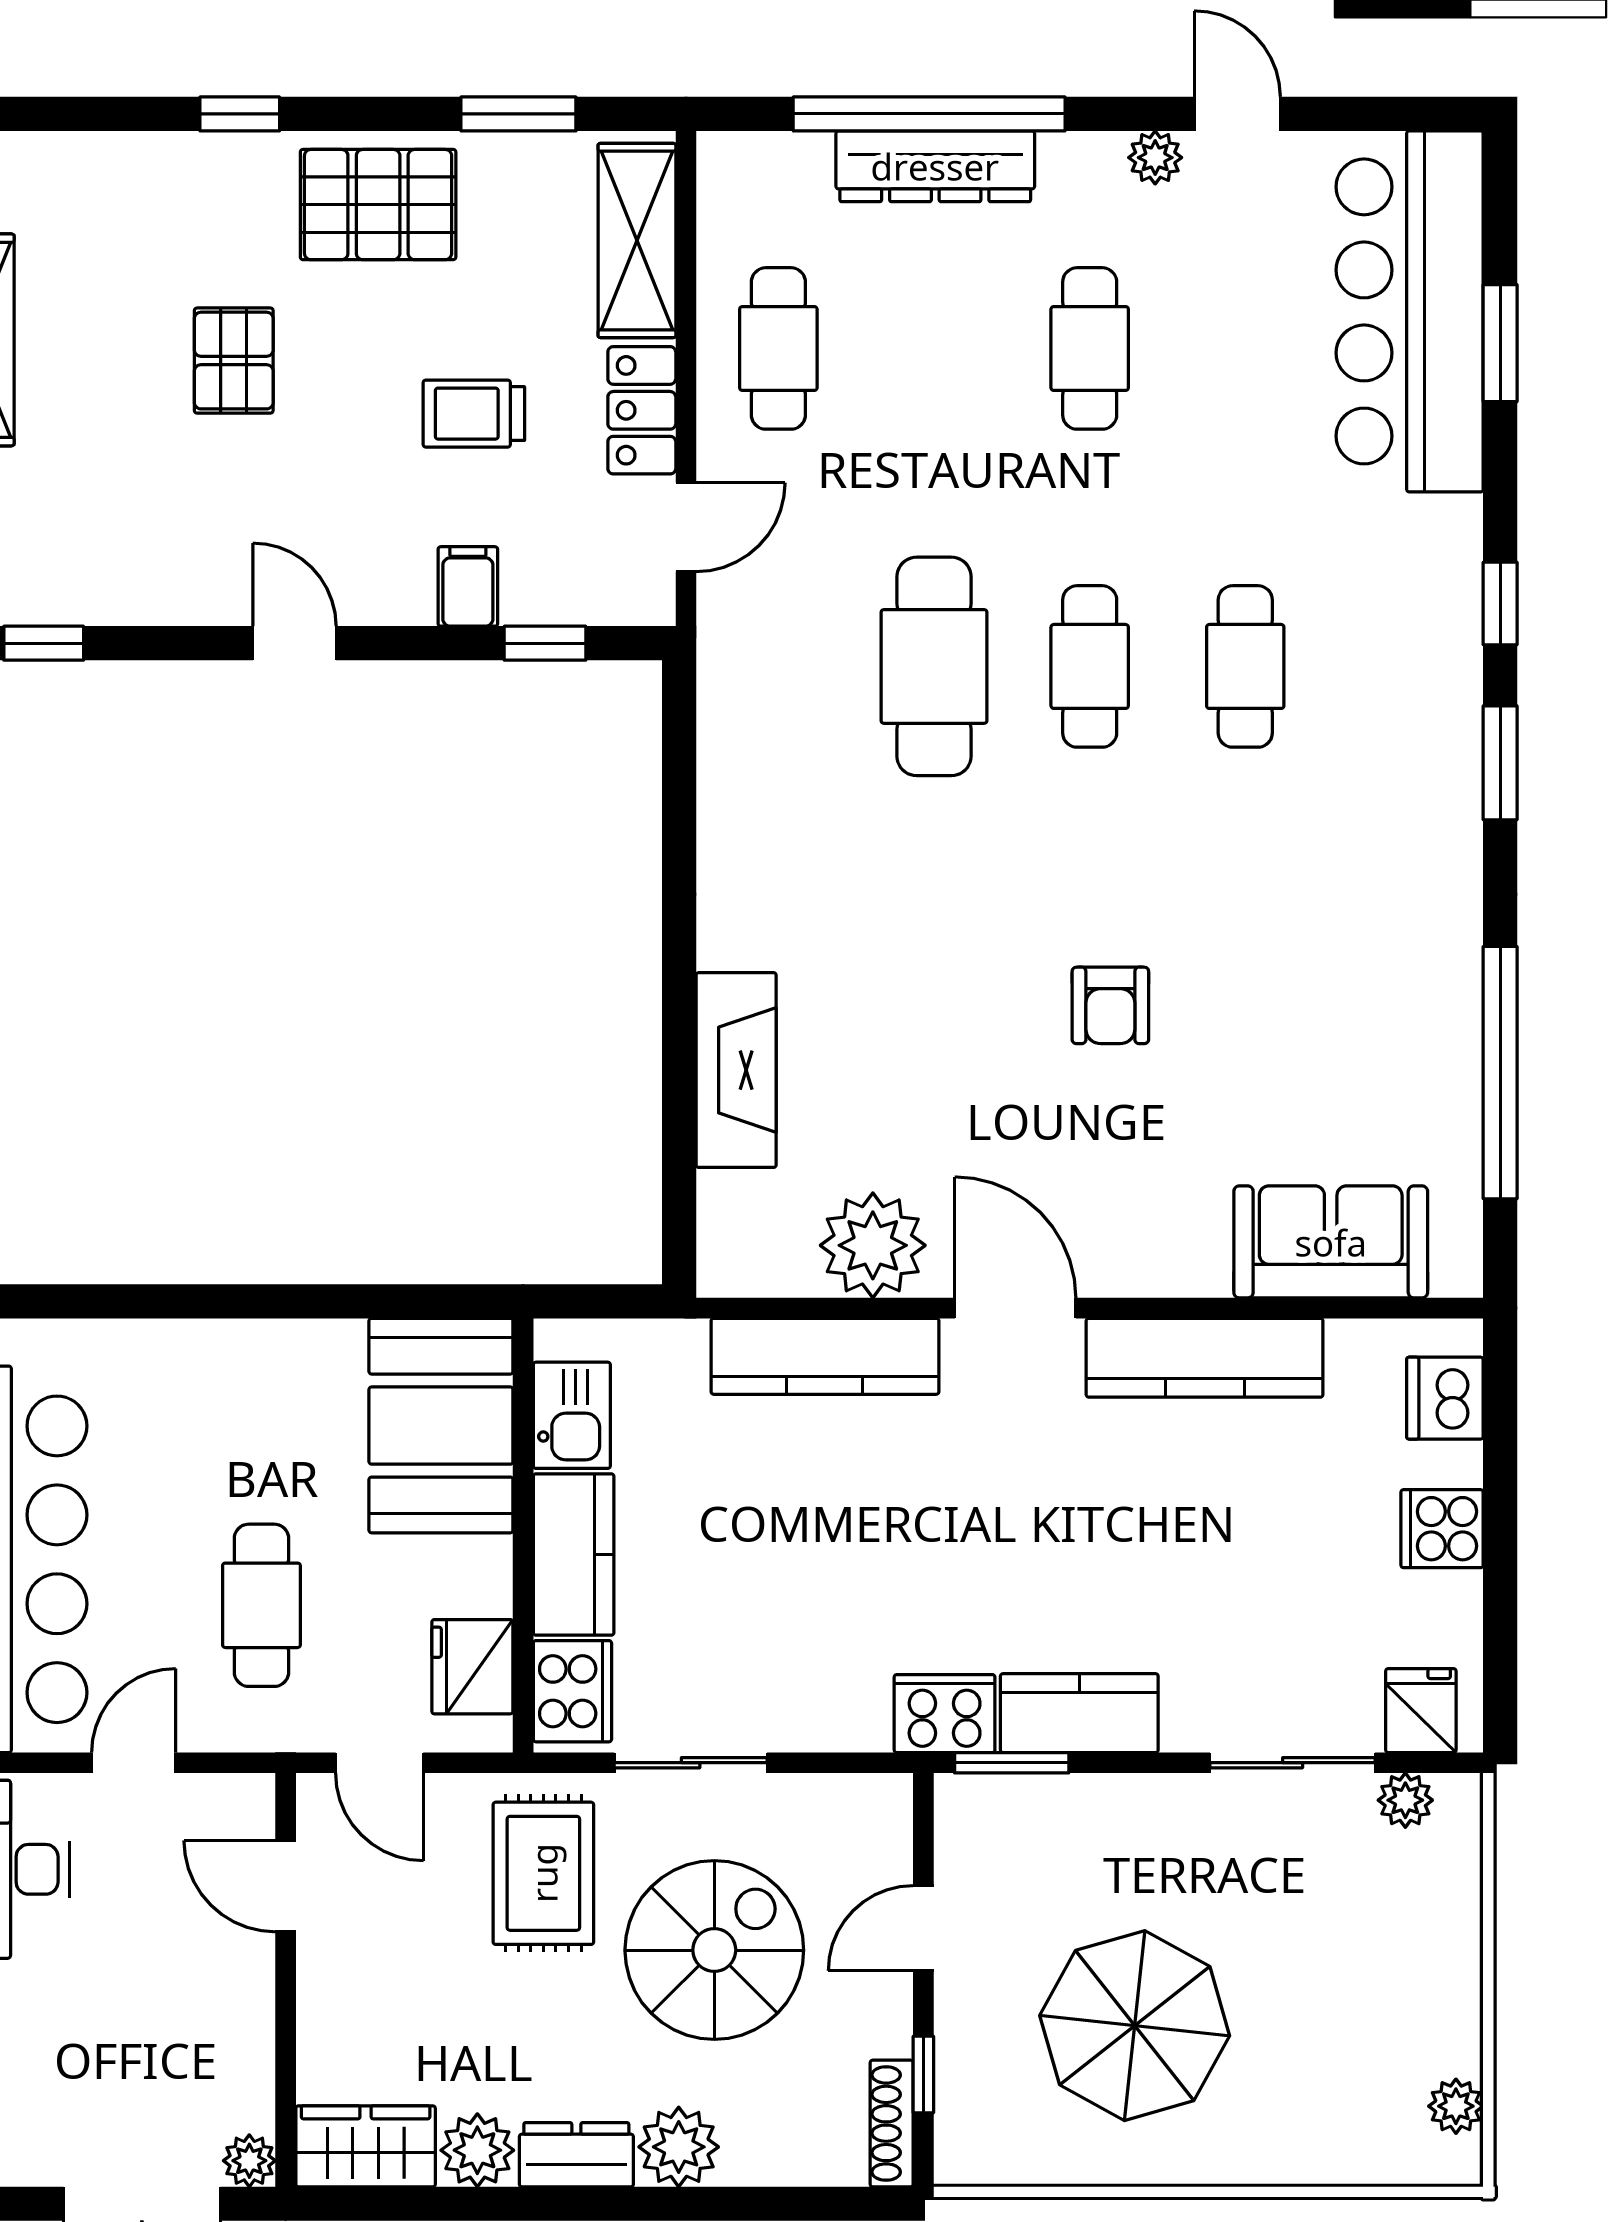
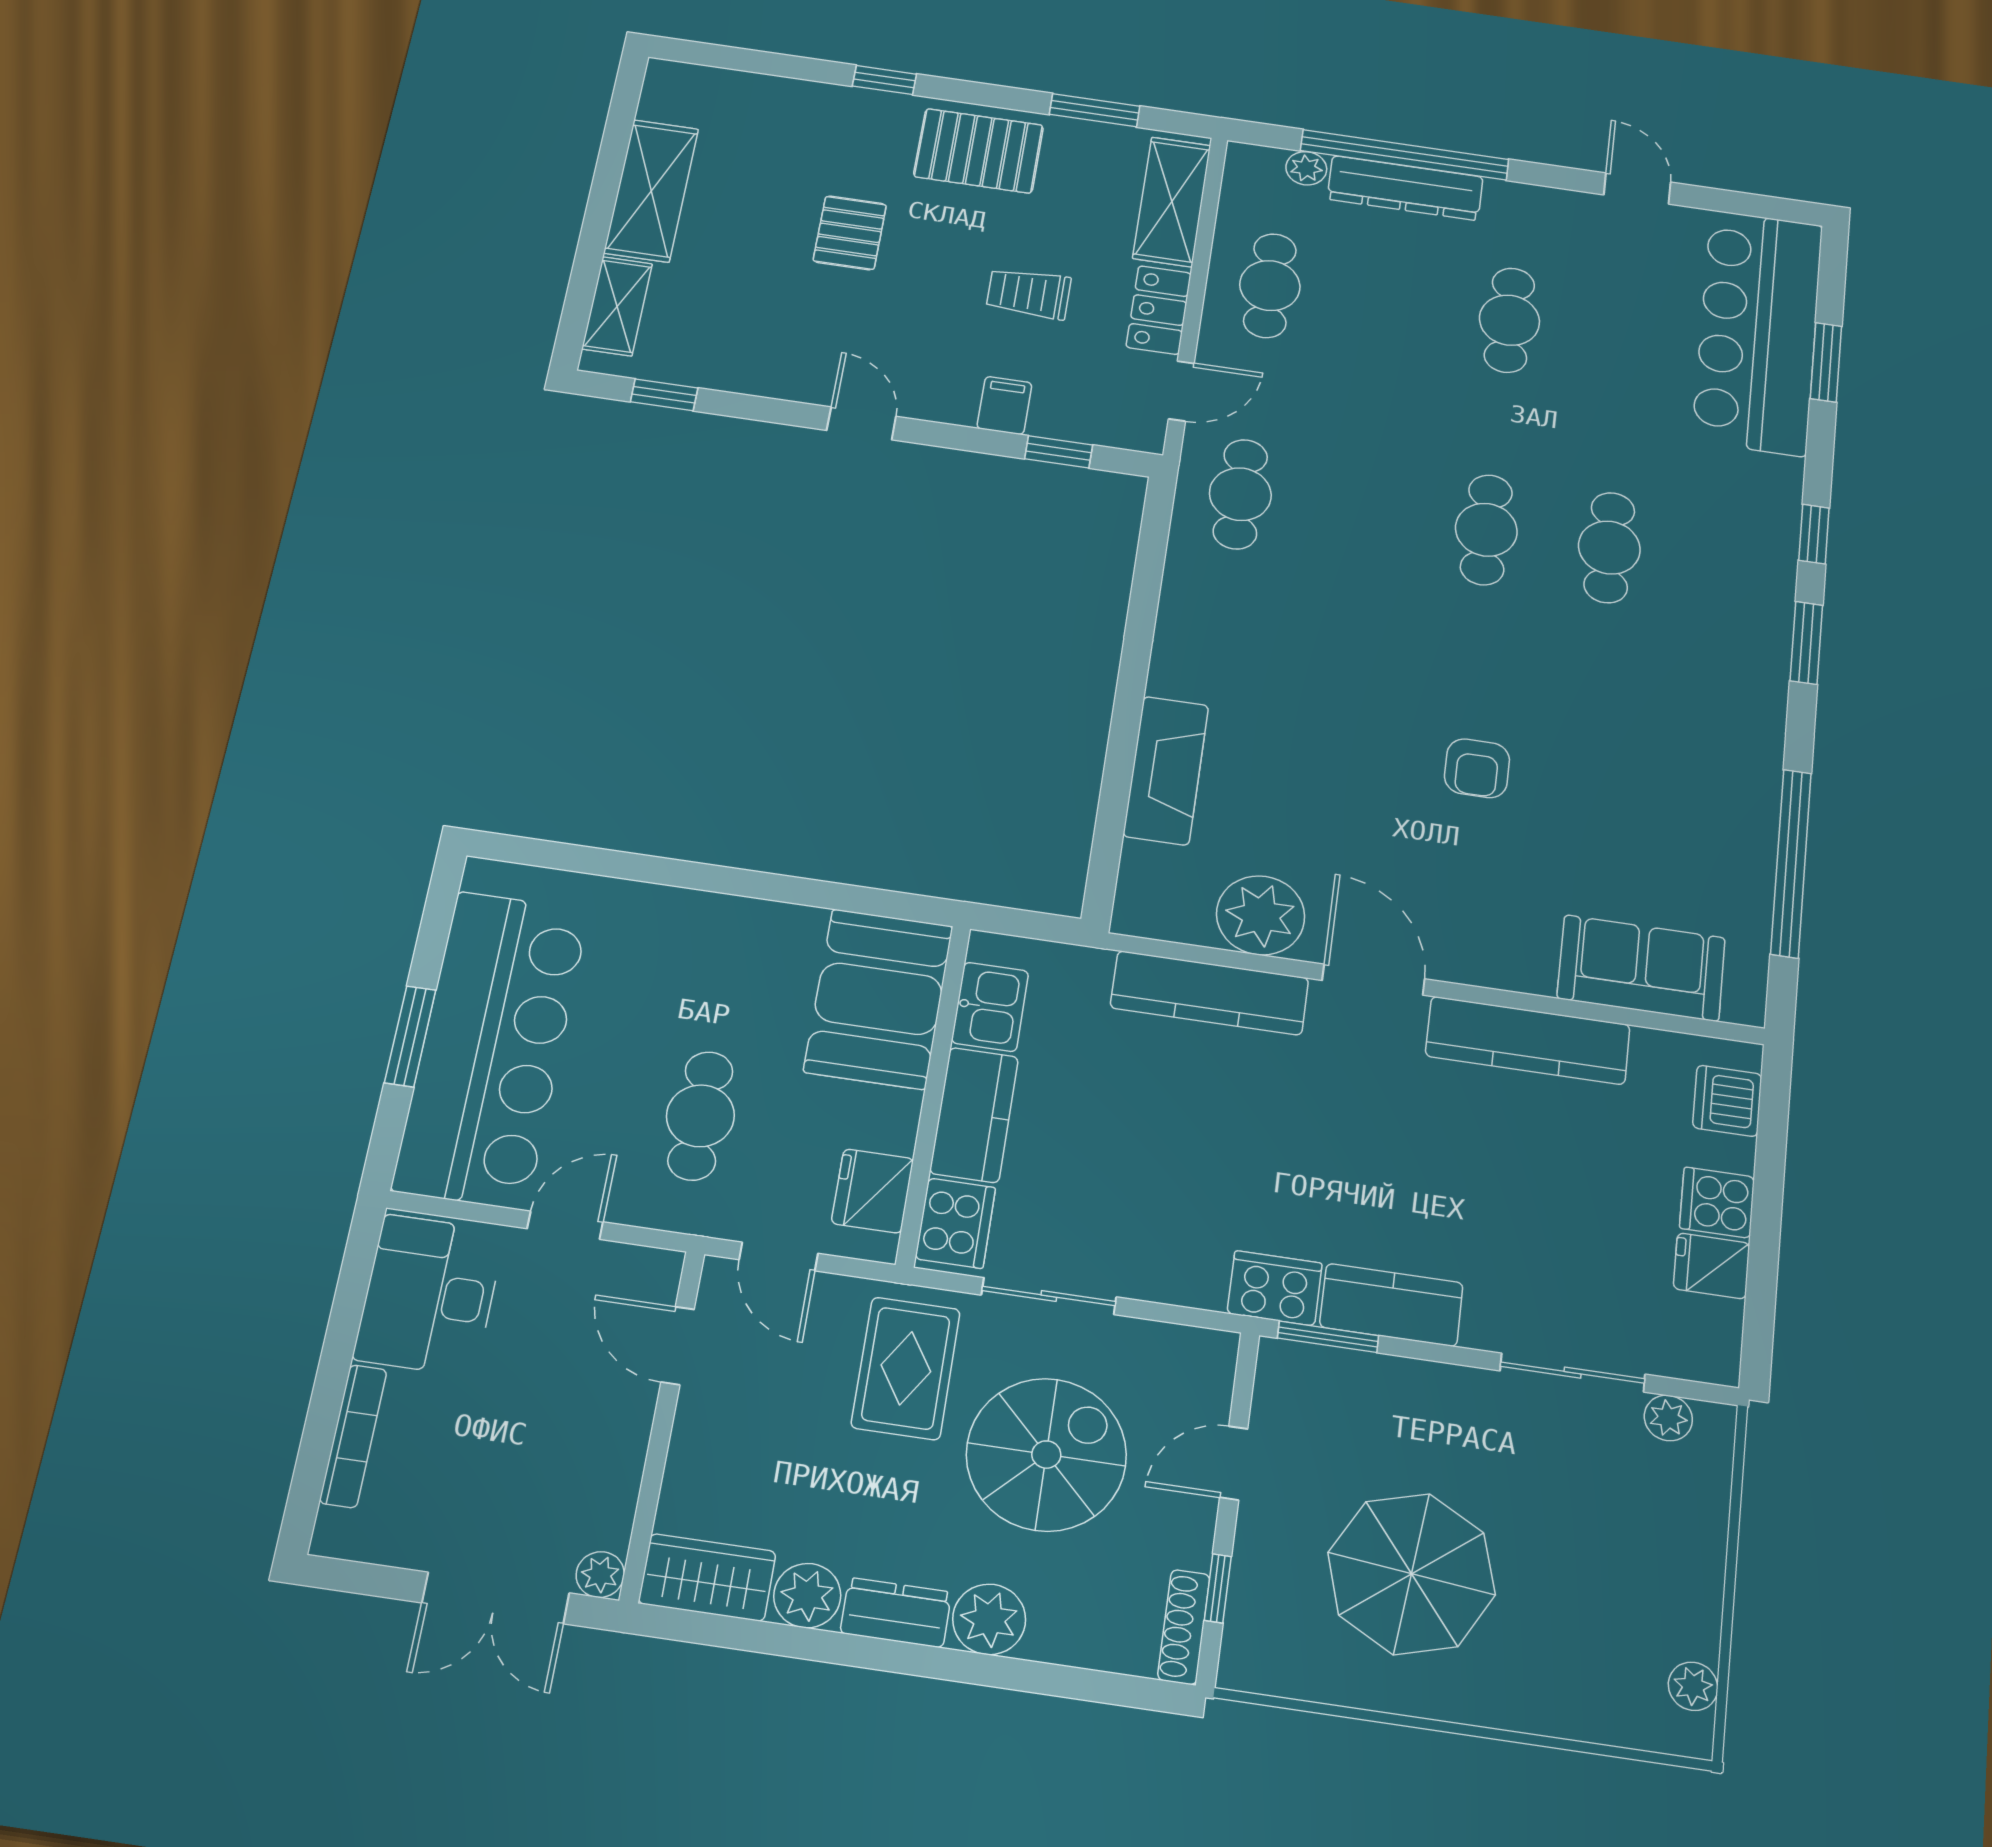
plant: (1155, 158) -> (1306, 168), moved
cafe table: (934, 666) -> (1240, 494), moved, width x0.73, depth x0.74
fridge: (1421, 1711) -> (1712, 1266), moved, turned -90

